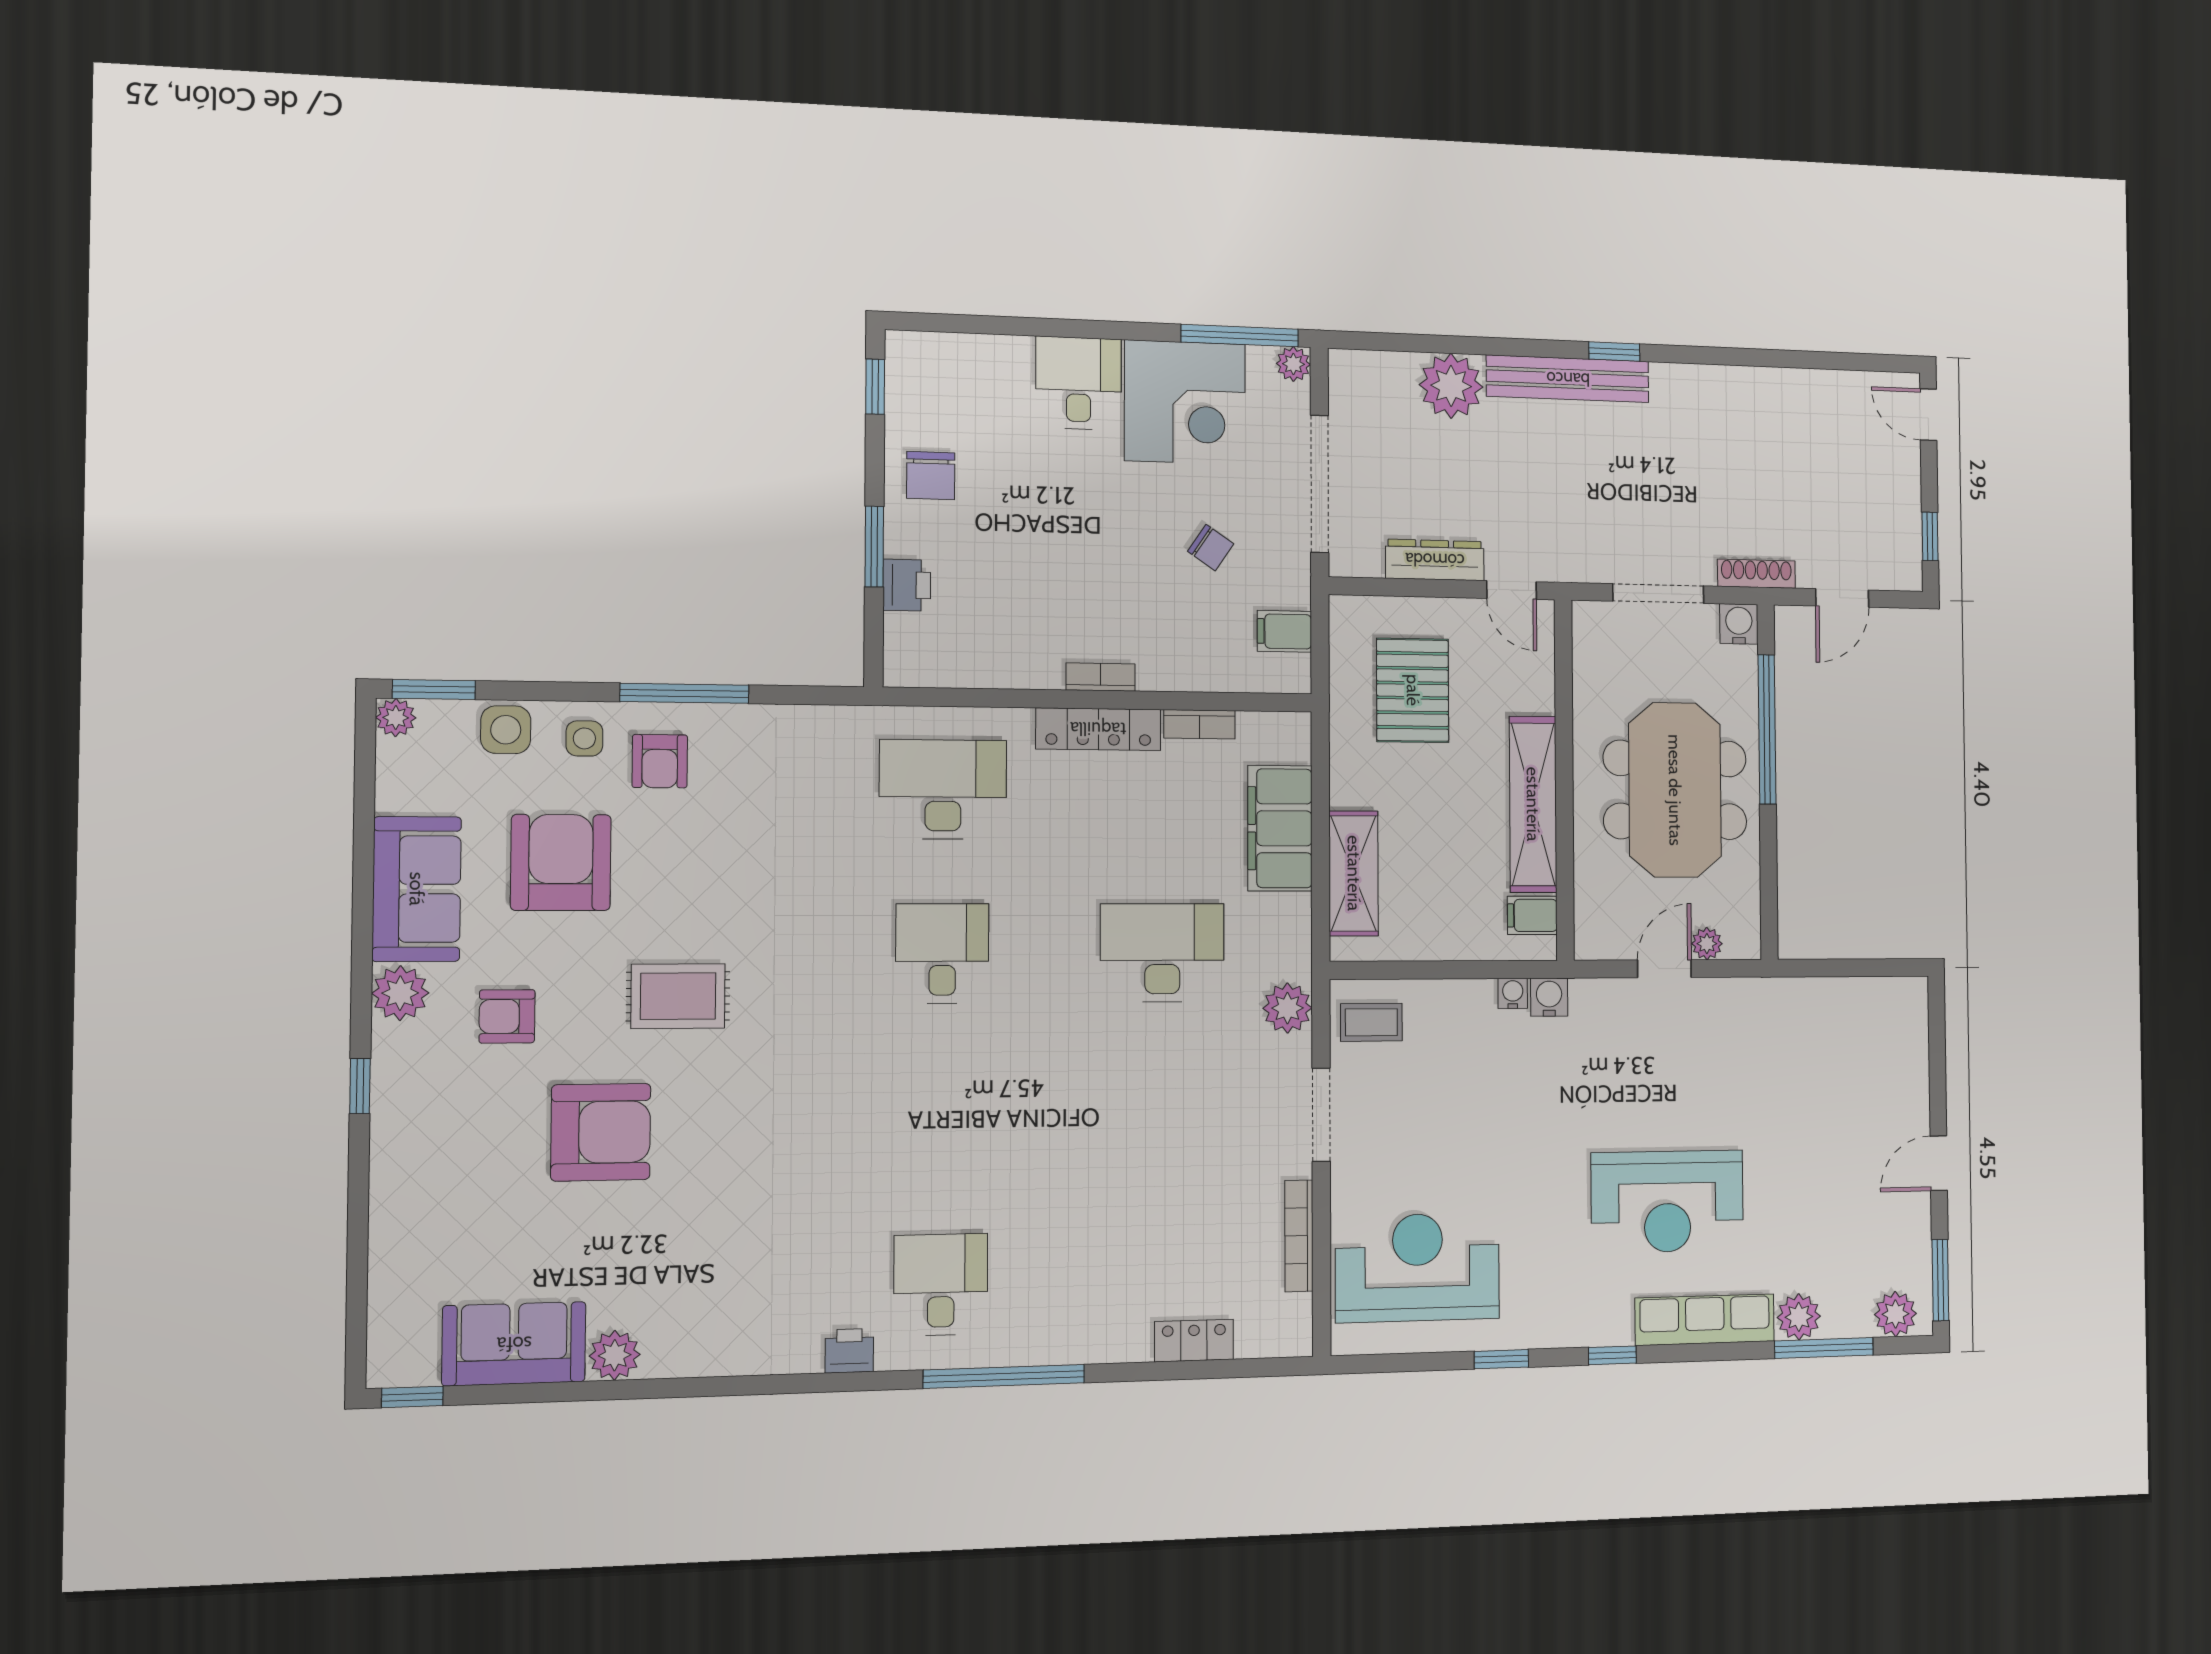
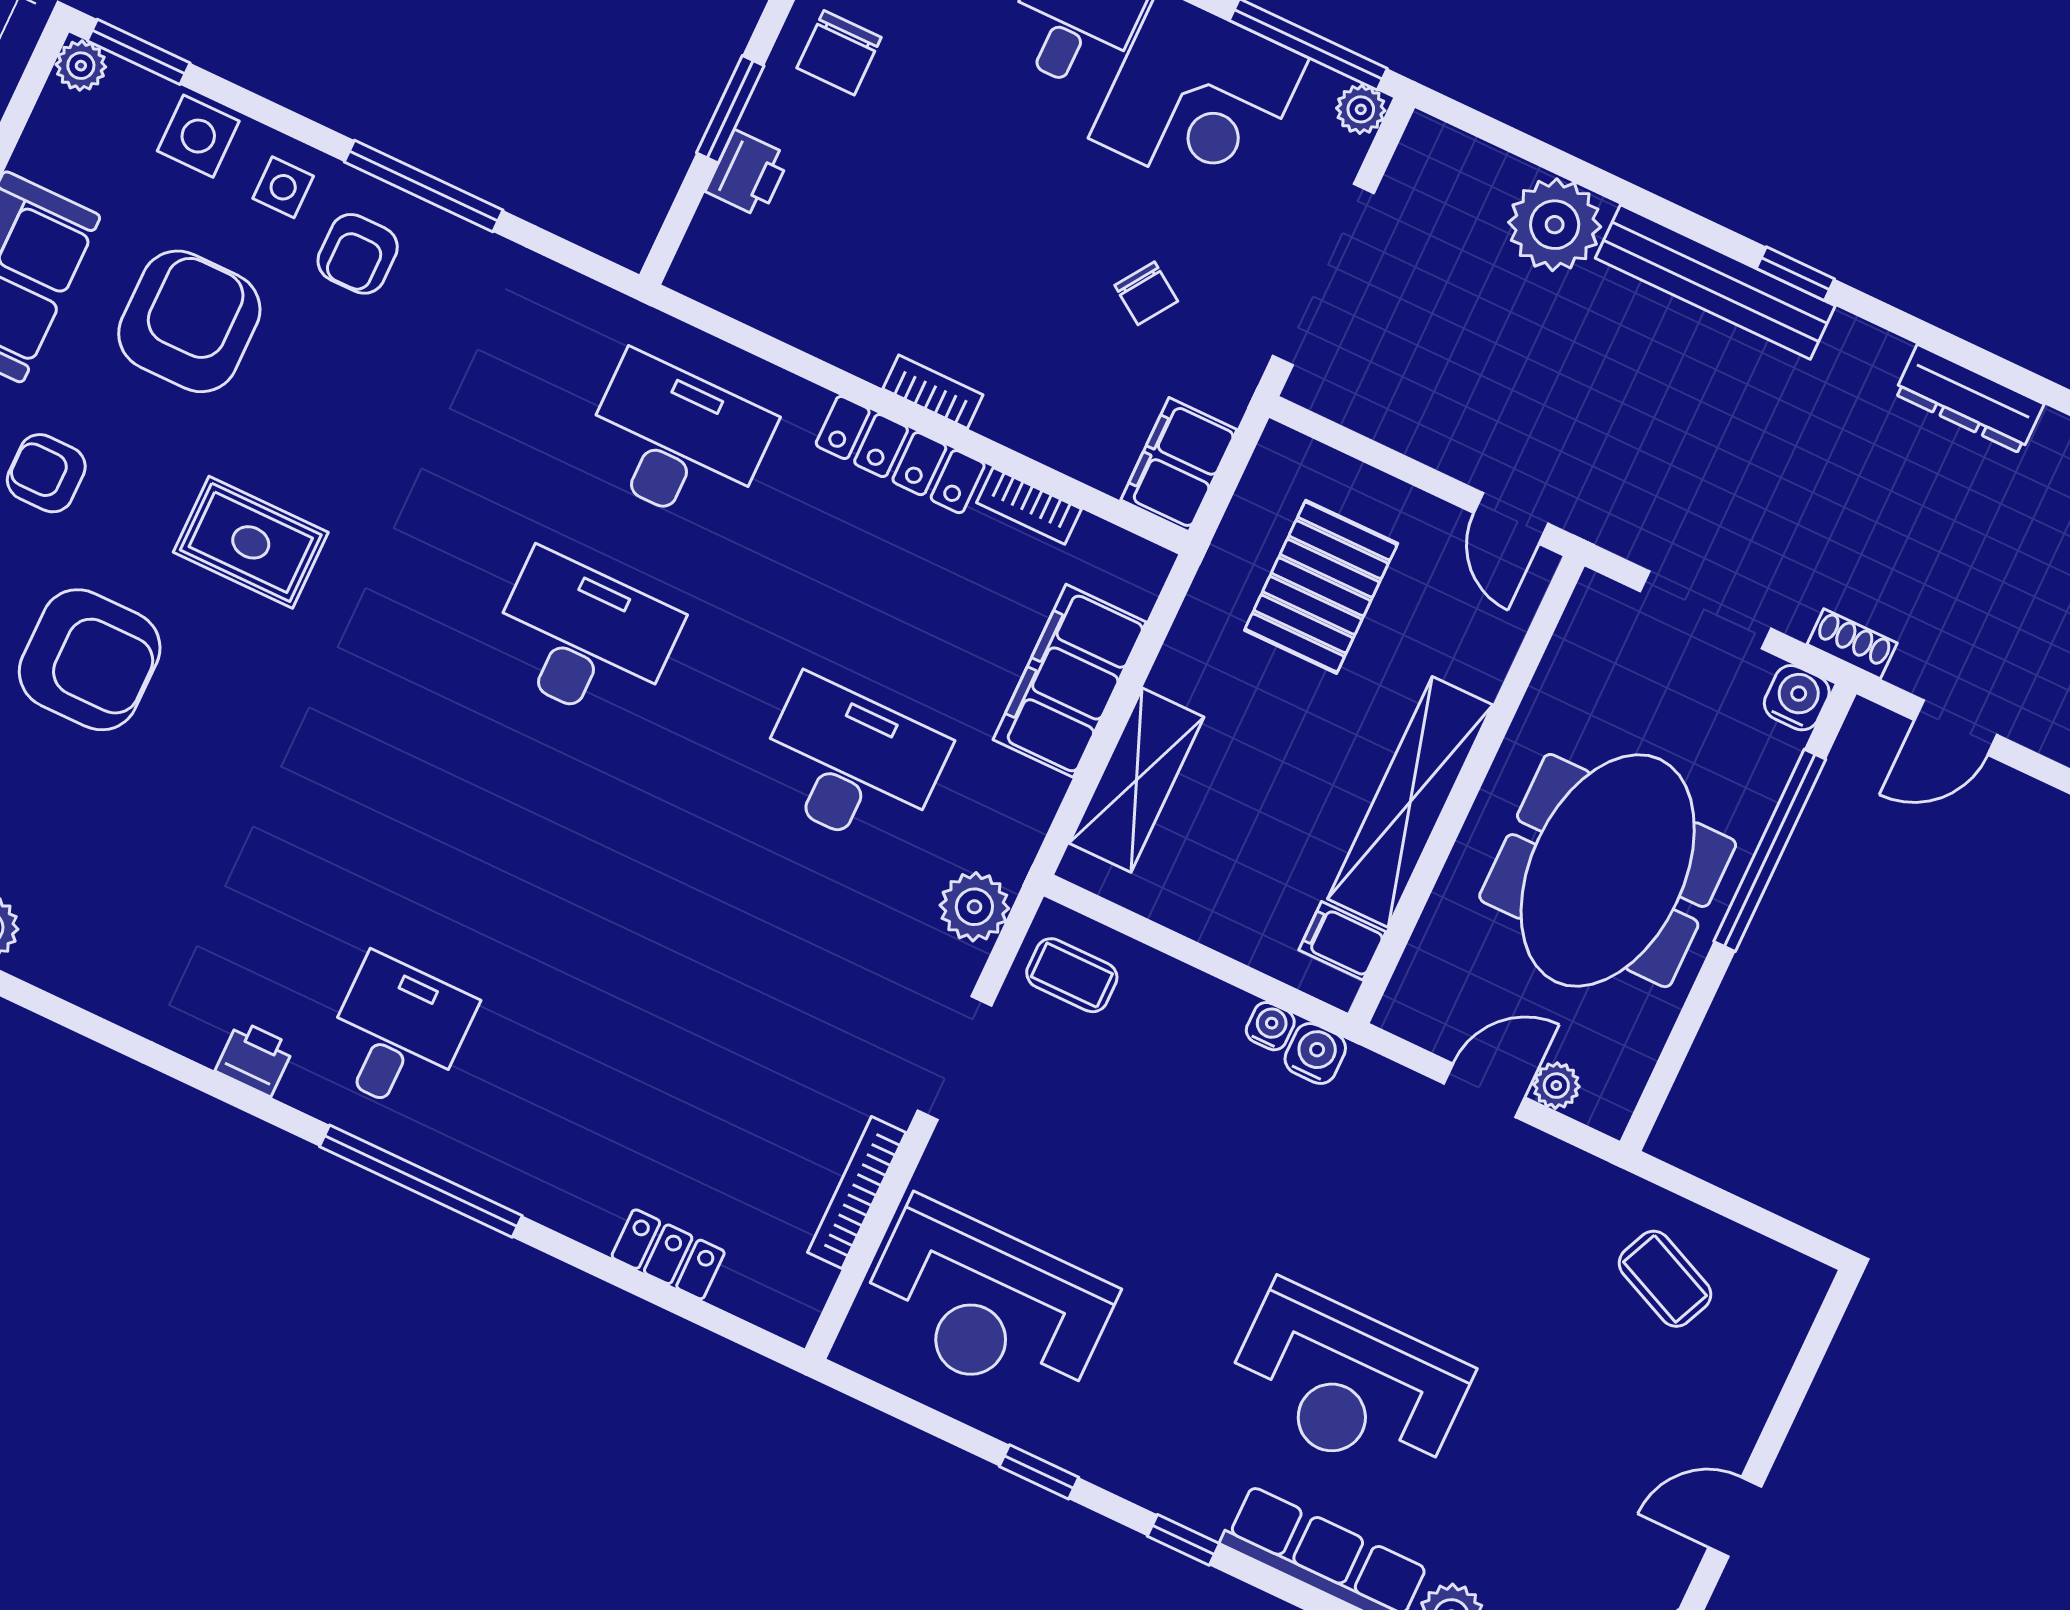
dresser: (1435, 560) -> (1969, 399), moved, turned 180
shoe rack: (1756, 574) -> (1852, 644), width x0.70
filing cabinet: (1284, 631) -> (1179, 465), width x2.00
desk: (942, 953) -> (583, 639), width x1.37
coffee table: (1829, 1034) -> (1665, 1279), added
reception desk: (1418, 1267) -> (987, 1306), turned 180

